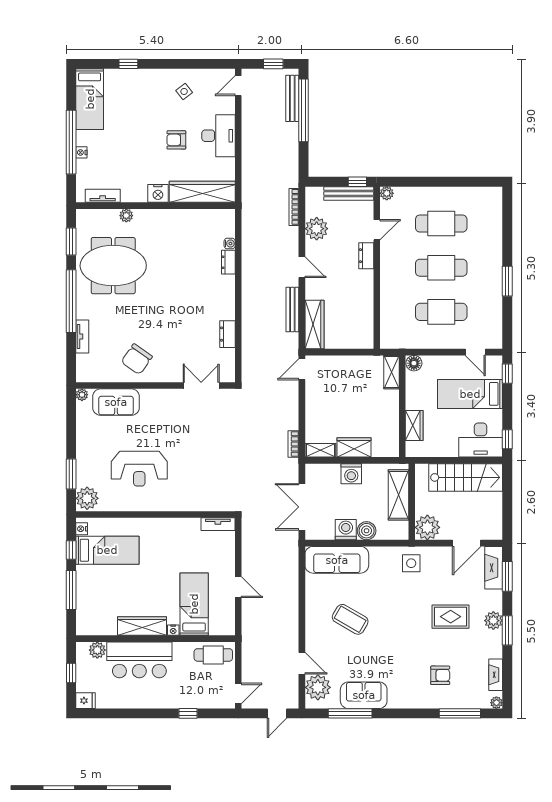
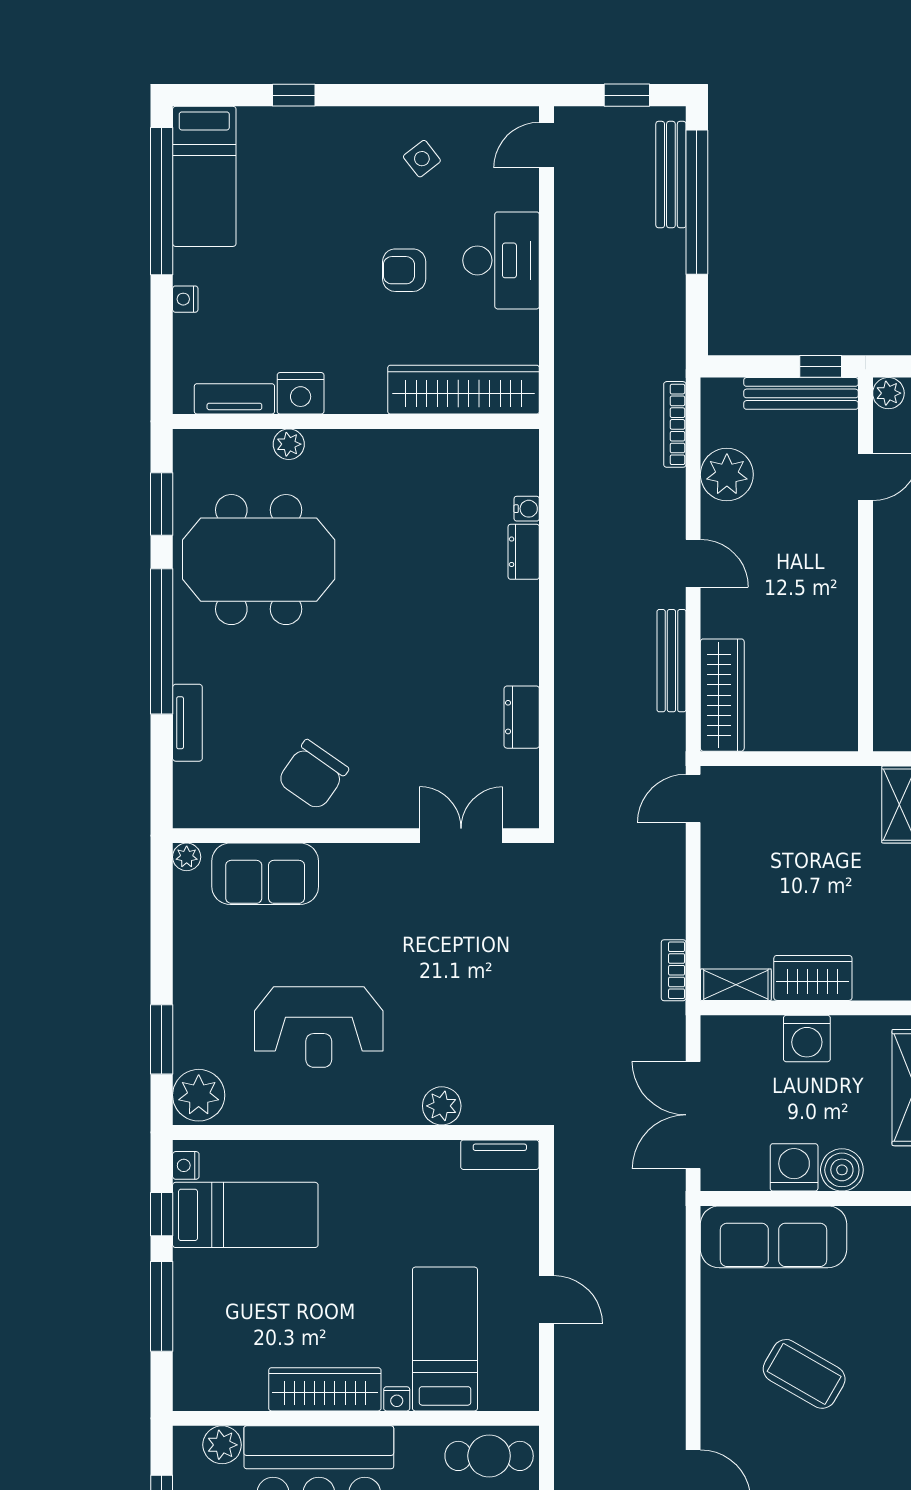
window: (71, 142) -> (162, 201), moved
nightstand: (158, 193) -> (301, 393), moved
dresser: (366, 256) -> (841, 537), removed
plant: (193, 503) -> (442, 1106), added

